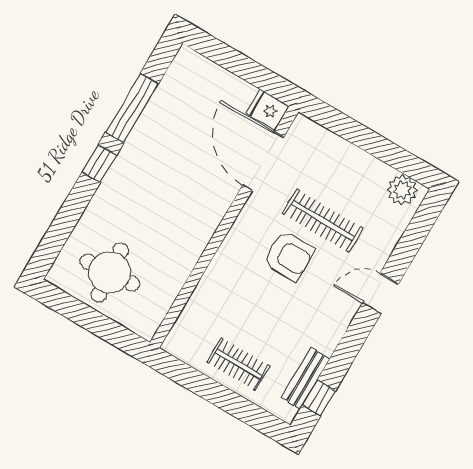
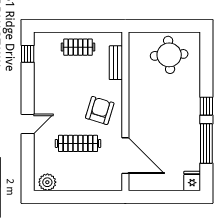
fridge: (268, 110) -> (192, 181), moved, turned -90
armchair: (289, 256) -> (100, 110), moved, turned 107
bench: (306, 378) -> (116, 63), moved

